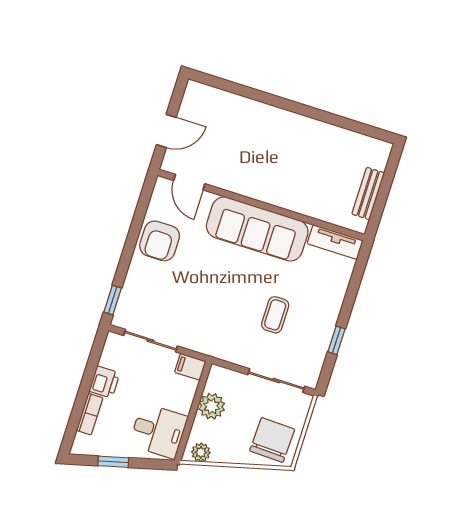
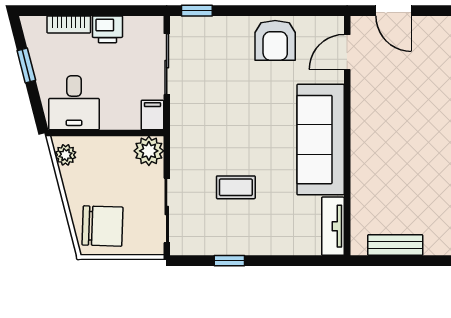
armchair: (160, 241) -> (275, 40), turned -90
plant: (212, 406) -> (149, 151), moved

